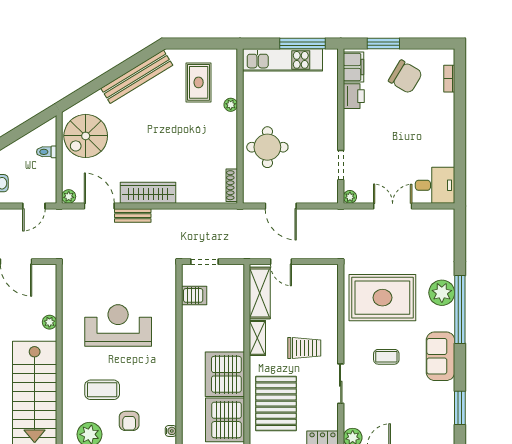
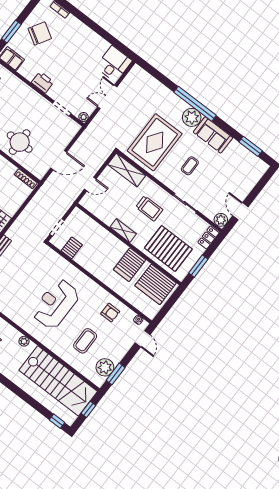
printer: (354, 96) -> (43, 82), moved
shelving: (260, 293) -> (127, 170), moved
plant: (442, 293) -> (192, 117), moved
trolley: (304, 348) -> (149, 208), turned 90
server rack: (225, 374) -> (130, 265), width x0.63
armchair: (129, 421) -> (110, 313), moved

